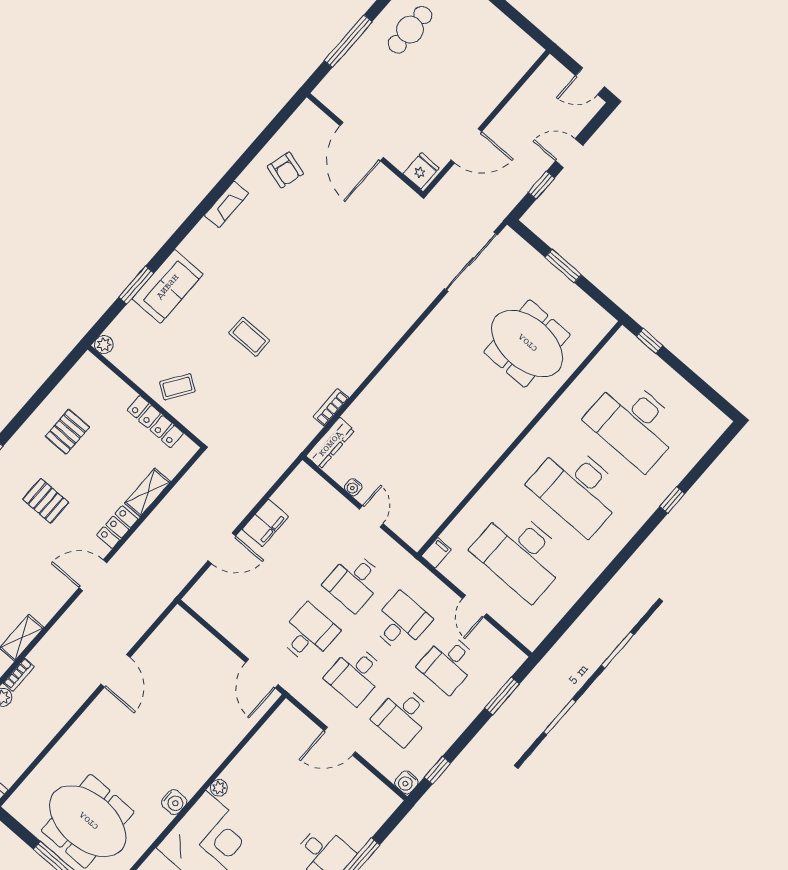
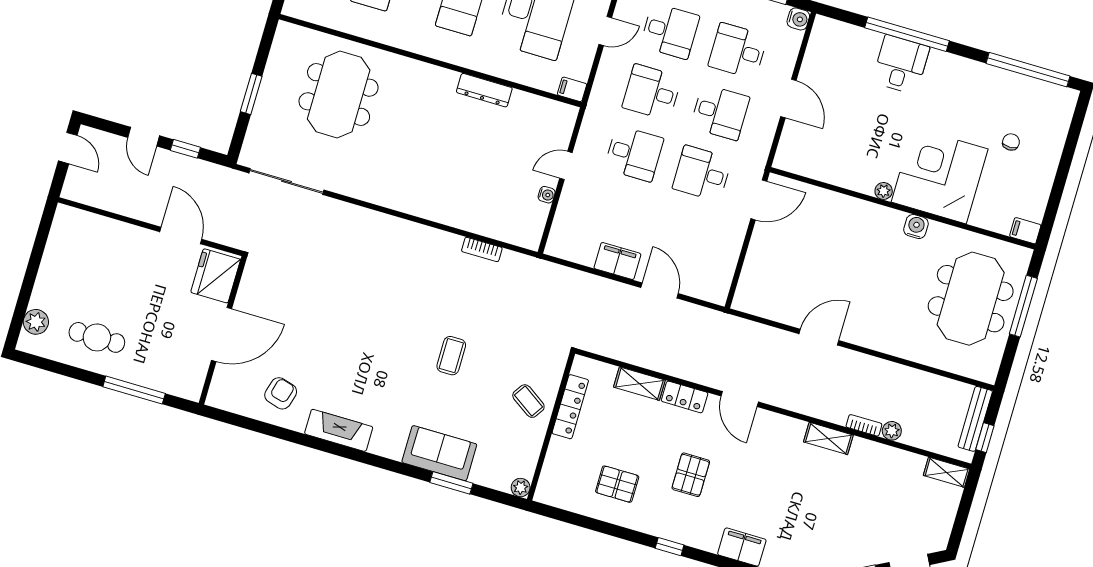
fridge: (421, 171) -> (216, 276), width x1.88, depth x1.34
fireplace: (227, 204) -> (339, 430), width x1.37, depth x1.32
dresser: (330, 443) -> (484, 90), moved, turned 180
desk: (403, 716) -> (738, 51), turned 180

